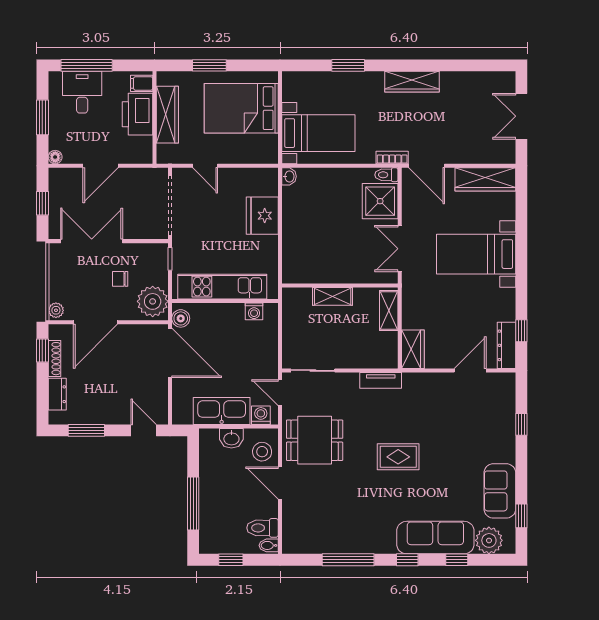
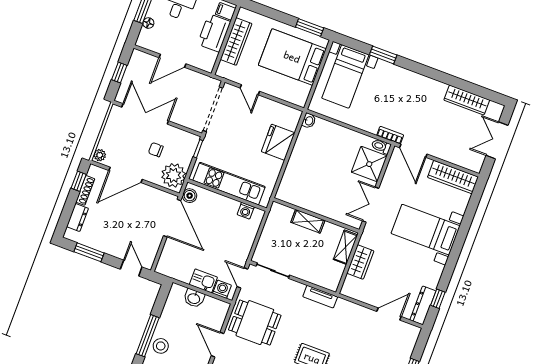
window: (209, 65) -> (310, 27), moved
wardrobe: (412, 82) -> (467, 100), moved
bed with nightstands: (318, 133) -> (345, 76), moved, turned 90
floor lamp: (55, 157) -> (148, 23), moved
wardrobe: (413, 349) -> (360, 262), moved
kitchen sink: (222, 411) -> (203, 281), width x0.53, depth x0.81
stool: (262, 452) -> (161, 346), moved

